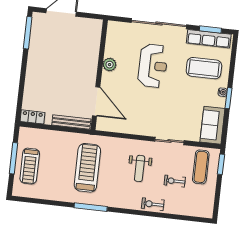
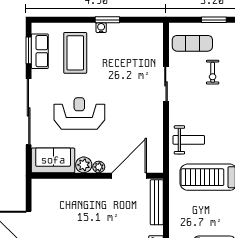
row of seats: (209, 39) -> (40, 51), width x0.68
plant: (106, 77) -> (99, 167), added
sofa: (212, 125) -> (53, 160), moved, turned 180
window: (221, 164) -> (214, 20), moved
weight bench: (140, 168) -> (189, 140), moved

